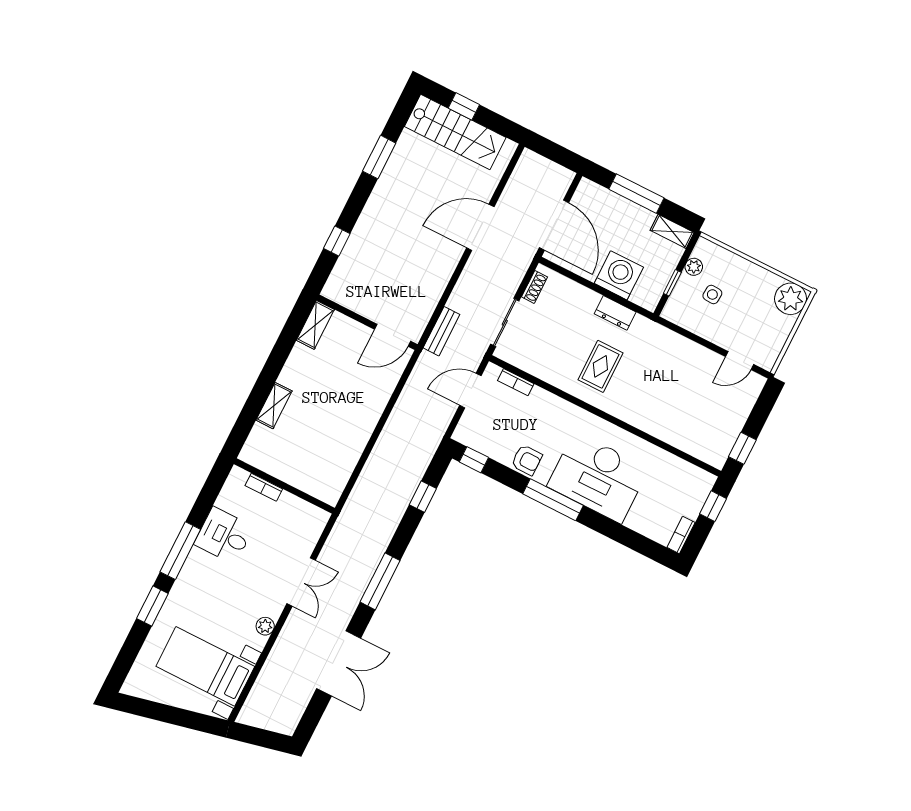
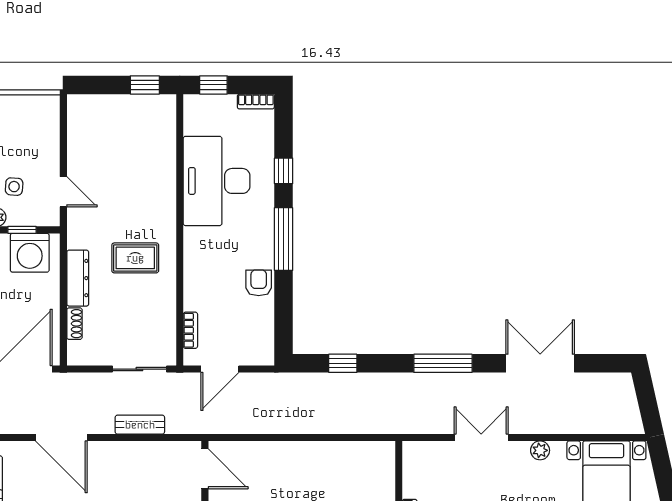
washing machine: (619, 275) -> (30, 253), moved, turned -90
shoe rack: (535, 287) -> (74, 324), moved, turned 90
dresser: (615, 313) -> (78, 278), width x1.44
bench: (441, 331) -> (140, 425), moved
door: (740, 361) -> (63, 192), moved
door: (470, 391) -> (220, 369), hinge flipped
window: (474, 460) -> (284, 171), moved
desk: (598, 477) -> (217, 181), moved, turned 180

